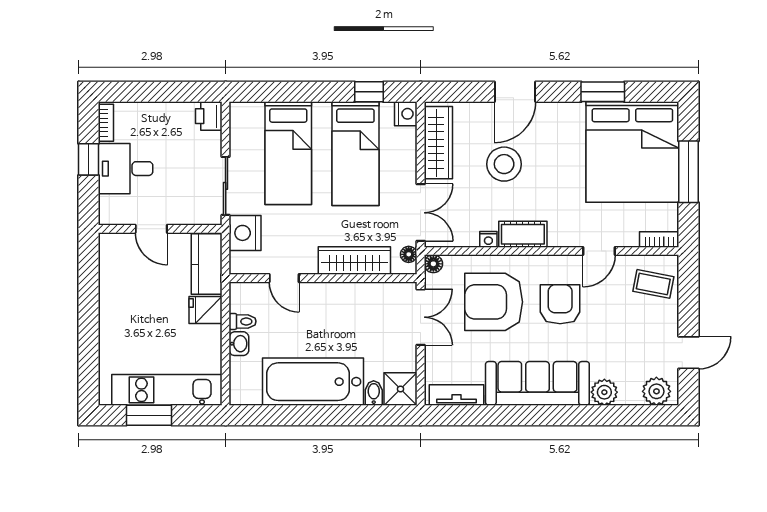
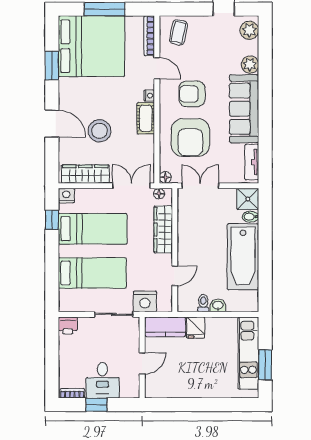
nightstand: (488, 239) -> (149, 96), moved
bookcase: (659, 240) -> (149, 36), width x1.56

